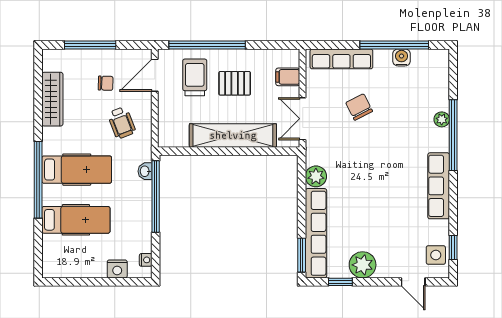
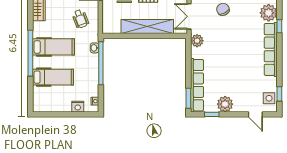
plant: (442, 119) -> (269, 13), width x1.87, depth x1.87
window: (453, 135) -> (279, 26), width x0.32
plant: (316, 176) -> (197, 41), moved
row of seats: (439, 186) -> (271, 49), width x1.36

